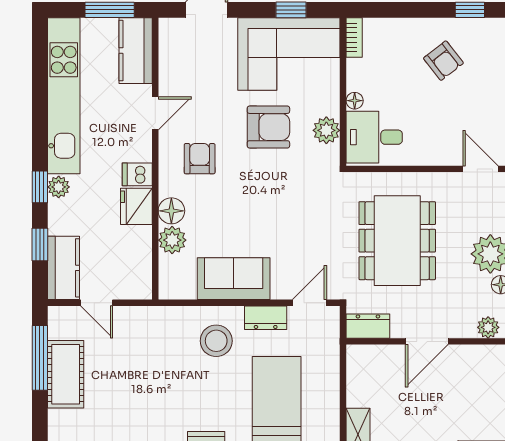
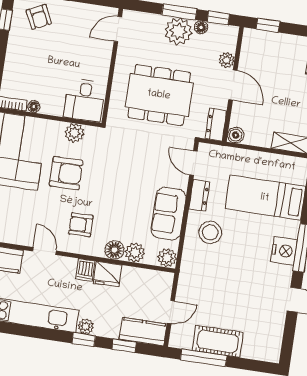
armchair: (443, 61) -> (39, 17), moved, turned 102
floor lamp: (355, 101) -> (34, 107), moved
armchair: (268, 127) -> (66, 173), turned 90
plant: (172, 286) -> (167, 258), added
plant: (488, 327) -> (227, 60), moved
boiler: (357, 356) -> (236, 135), added

